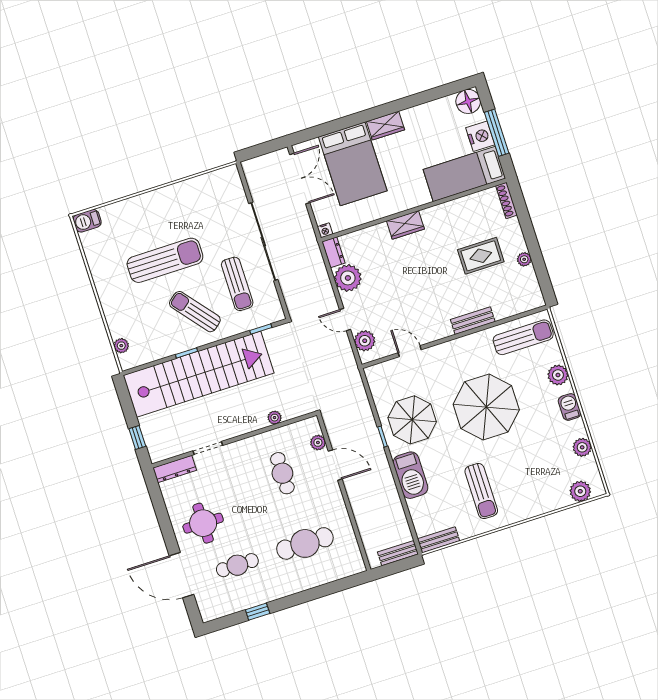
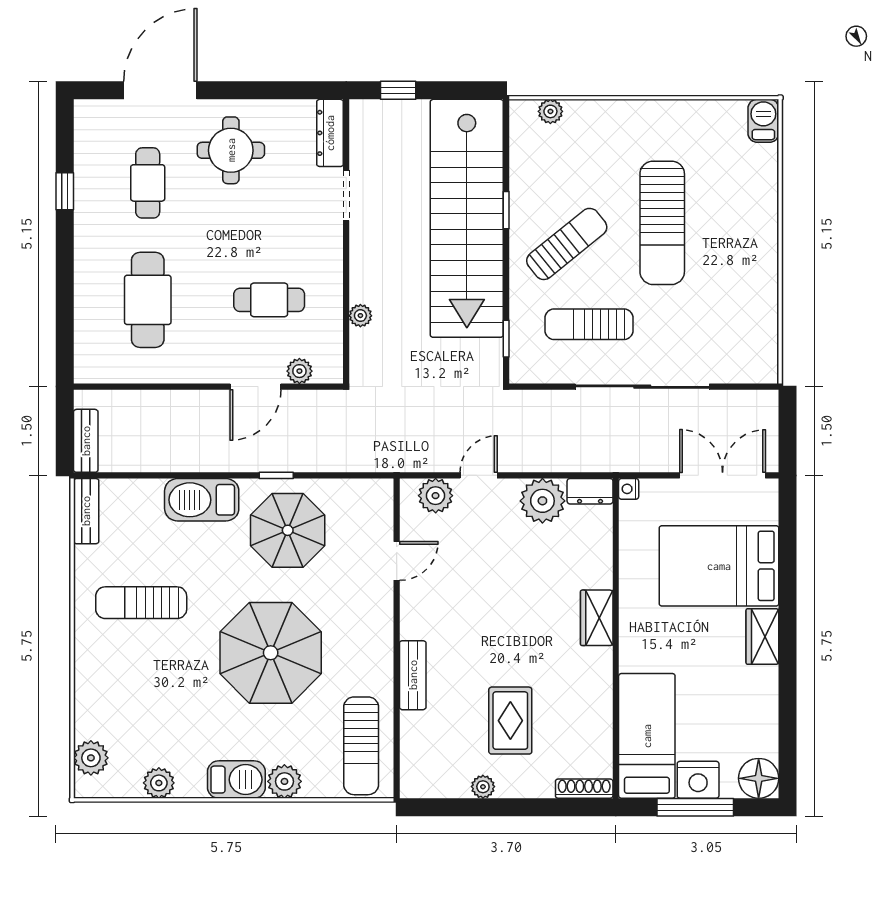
double door: (300, 179) -> (723, 475), swing flipped
barbecue: (570, 407) -> (236, 780), width x1.38, depth x1.27

